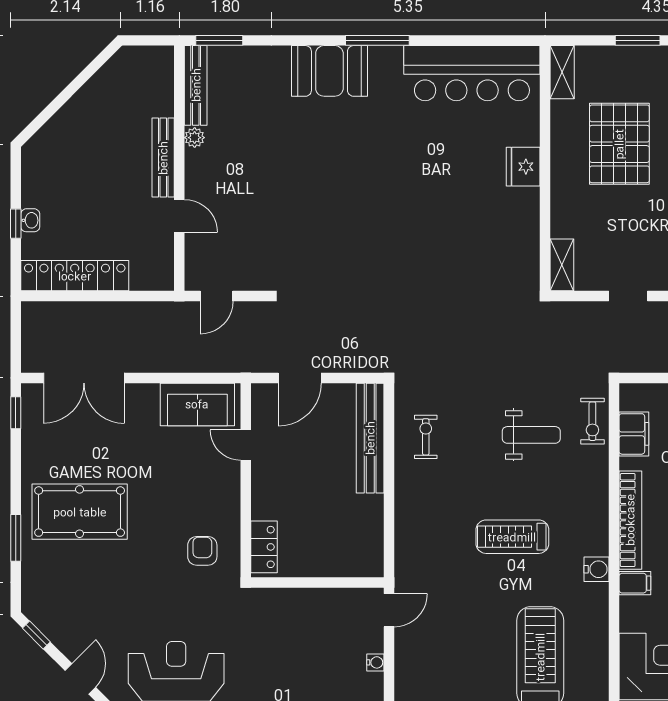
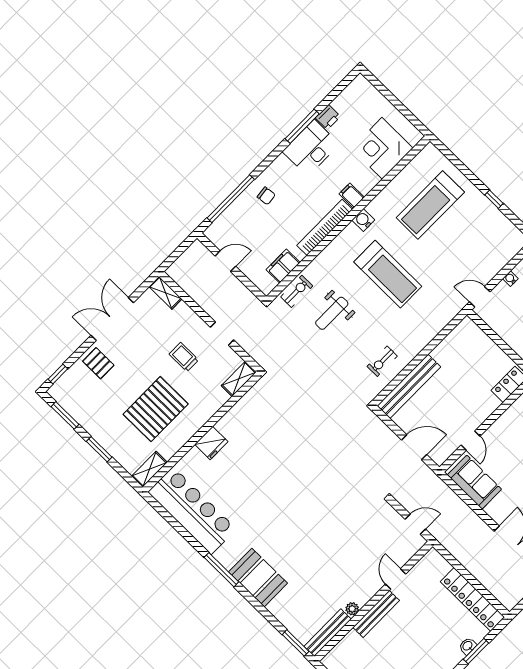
window: (16, 224) -> (476, 651), width x1.50
trolley: (645, 230) -> (184, 357), added
weight bench: (531, 435) -> (332, 313), turned -90
treadmill: (512, 537) -> (388, 274), width x1.37, depth x1.38

